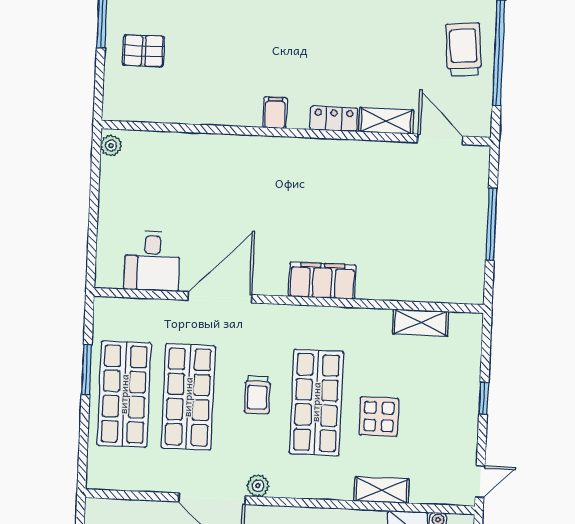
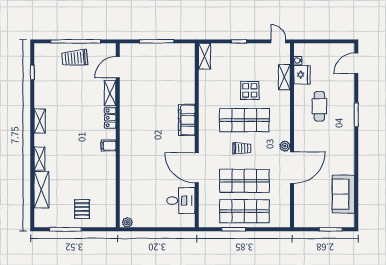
shelving: (421, 323) -> (204, 56), moved
shelving: (382, 490) -> (284, 77), moved

